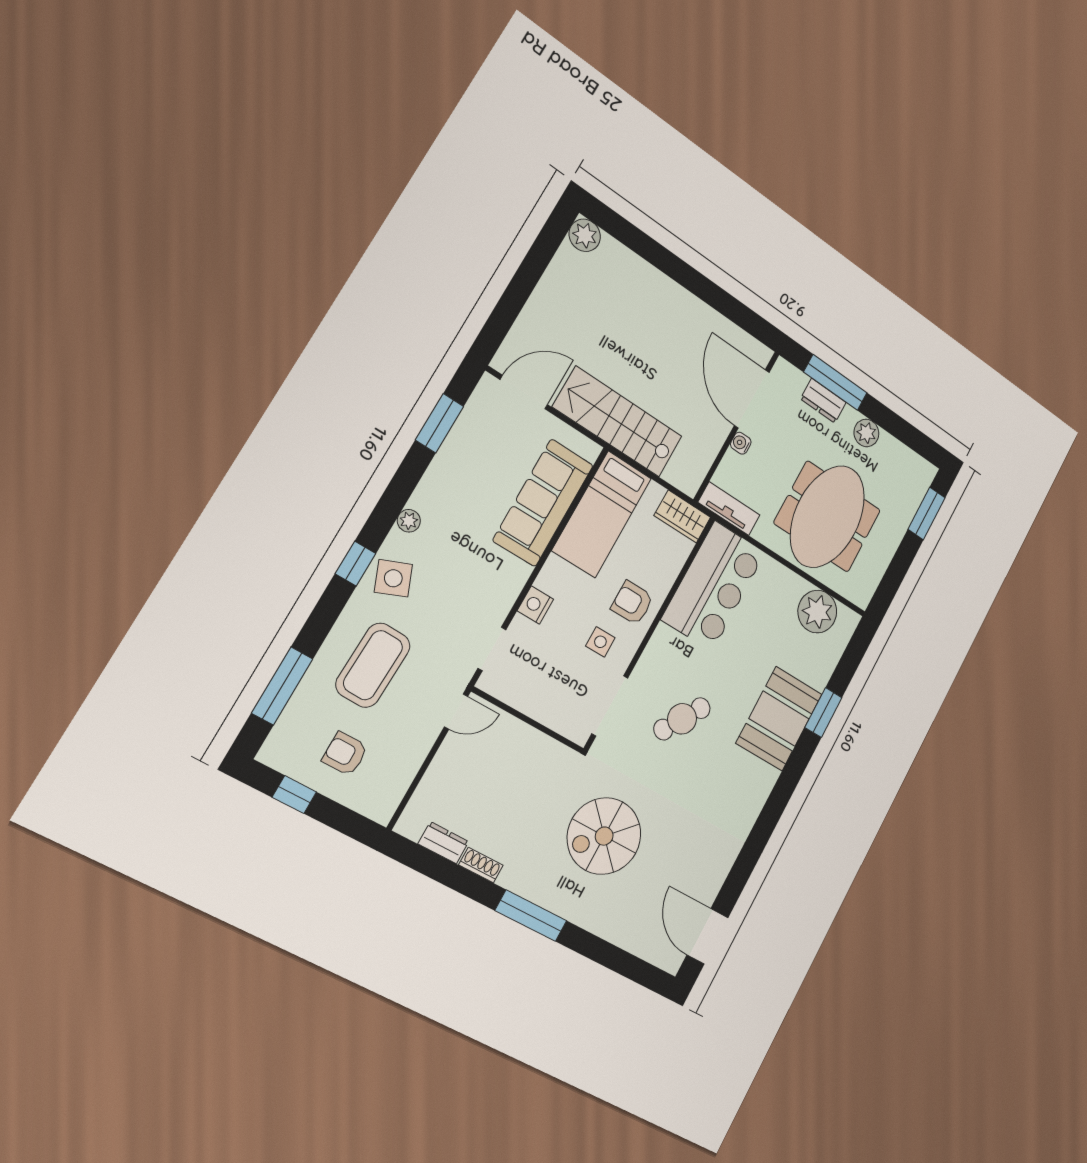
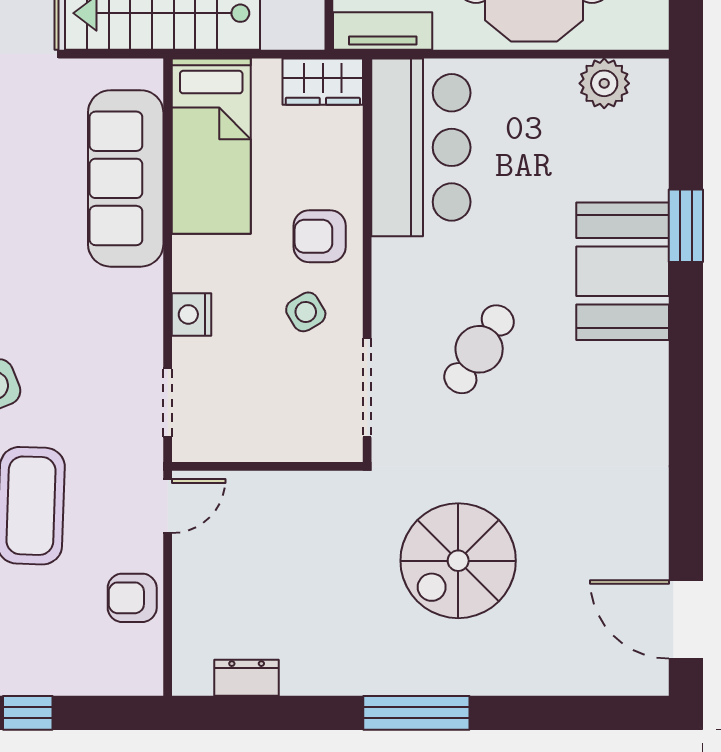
plant: (817, 612) -> (604, 83), width x0.73, depth x0.73
side table: (600, 642) -> (306, 312), turned -31
armchair: (345, 754) -> (132, 598), moved
shoe rack: (481, 865) -> (312, 681), removed

